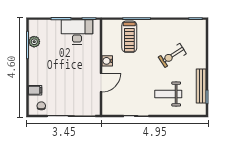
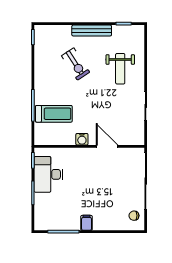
plant: (34, 42) -> (60, 224), removed
bench: (201, 86) -> (92, 31), moved
filing cabinet: (35, 90) -> (87, 223), moved

